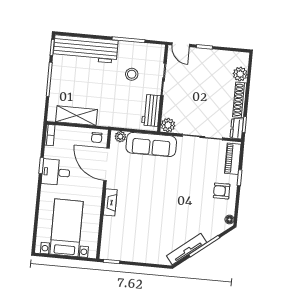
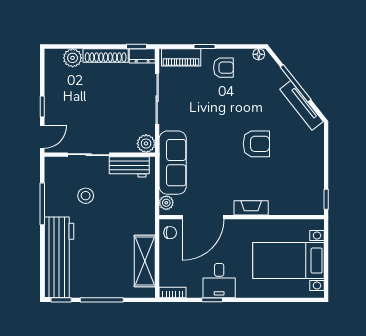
armchair: (222, 191) -> (223, 68), turned -90
armchair: (160, 211) -> (256, 144), added

